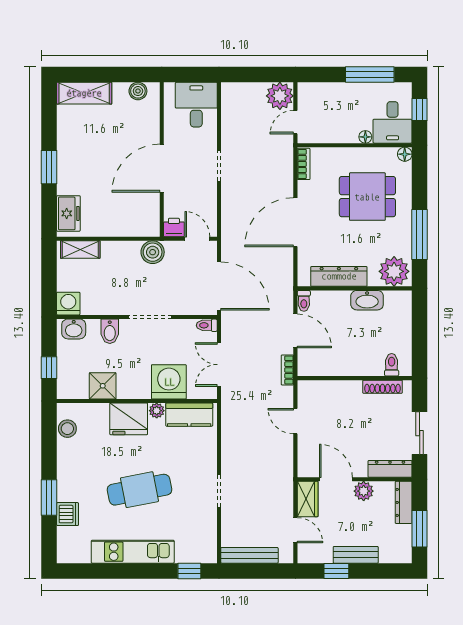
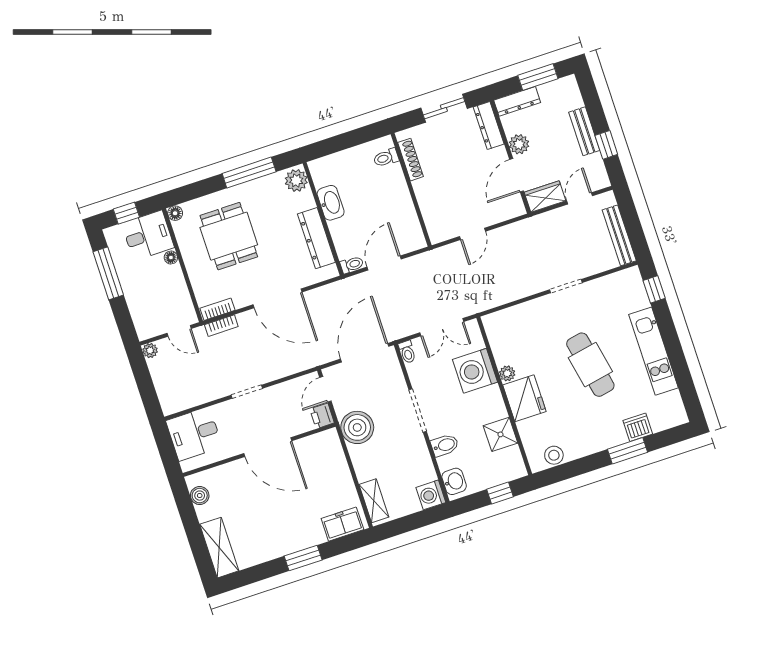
plant: (280, 96) -> (150, 351), width x0.53, depth x0.53
boiler: (153, 252) -> (357, 427), width x1.37, depth x1.37
plant: (394, 271) -> (296, 180), width x0.73, depth x0.73
bookcase: (287, 370) -> (221, 326), moved
kitchen counter: (189, 415) -> (501, 340), removed

